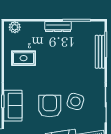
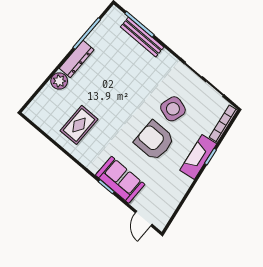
plant: (15, 27) -> (59, 81), moved

